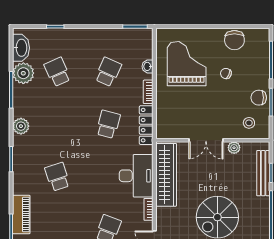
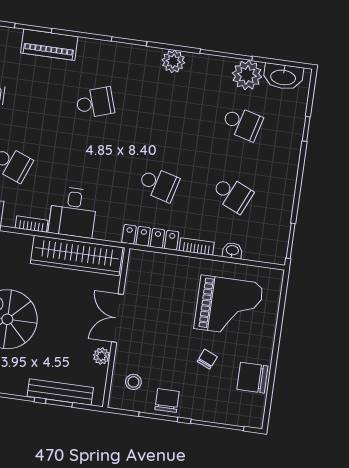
school desk: (57, 72) -> (242, 123), turned 39
desk: (136, 176) -> (73, 212), width x0.73

